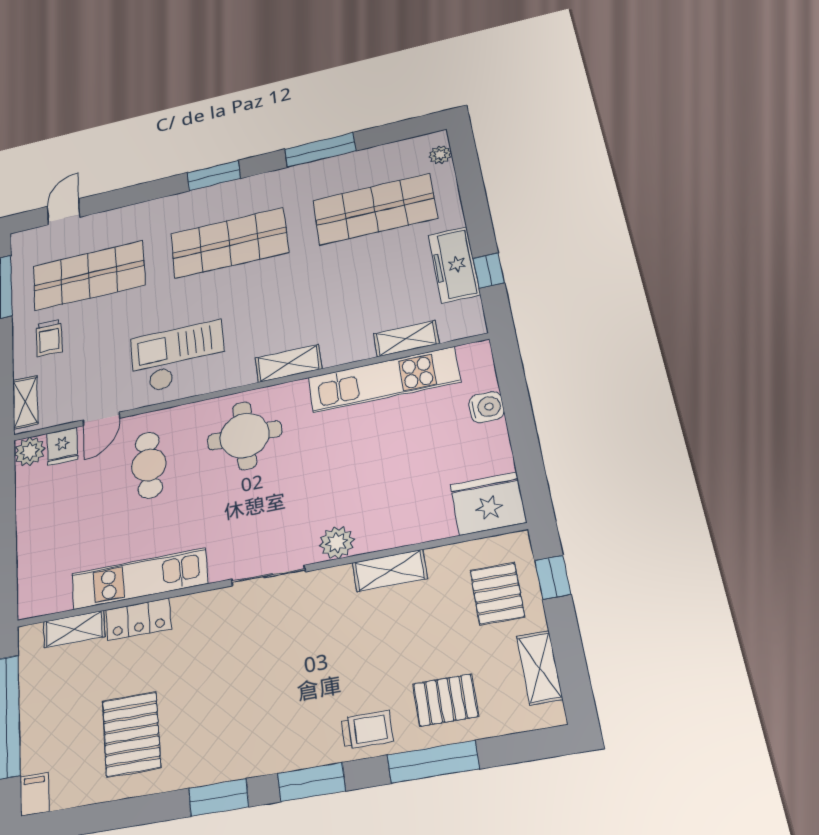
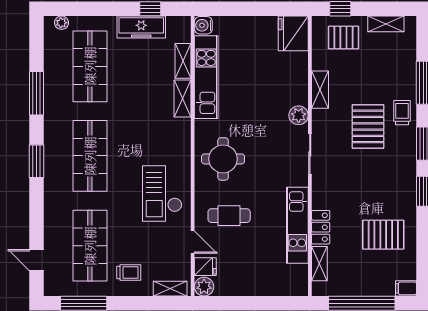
shelving: (288, 363) -> (183, 98), moved
water cooler: (487, 407) -> (203, 25), moved, turned -90
pallet: (446, 700) -> (368, 126), moved, width x1.50, depth x1.42

